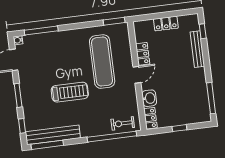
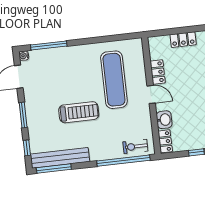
window: (114, 21) -> (127, 36), removed
door: (137, 75) -> (151, 94), hinge flipped

